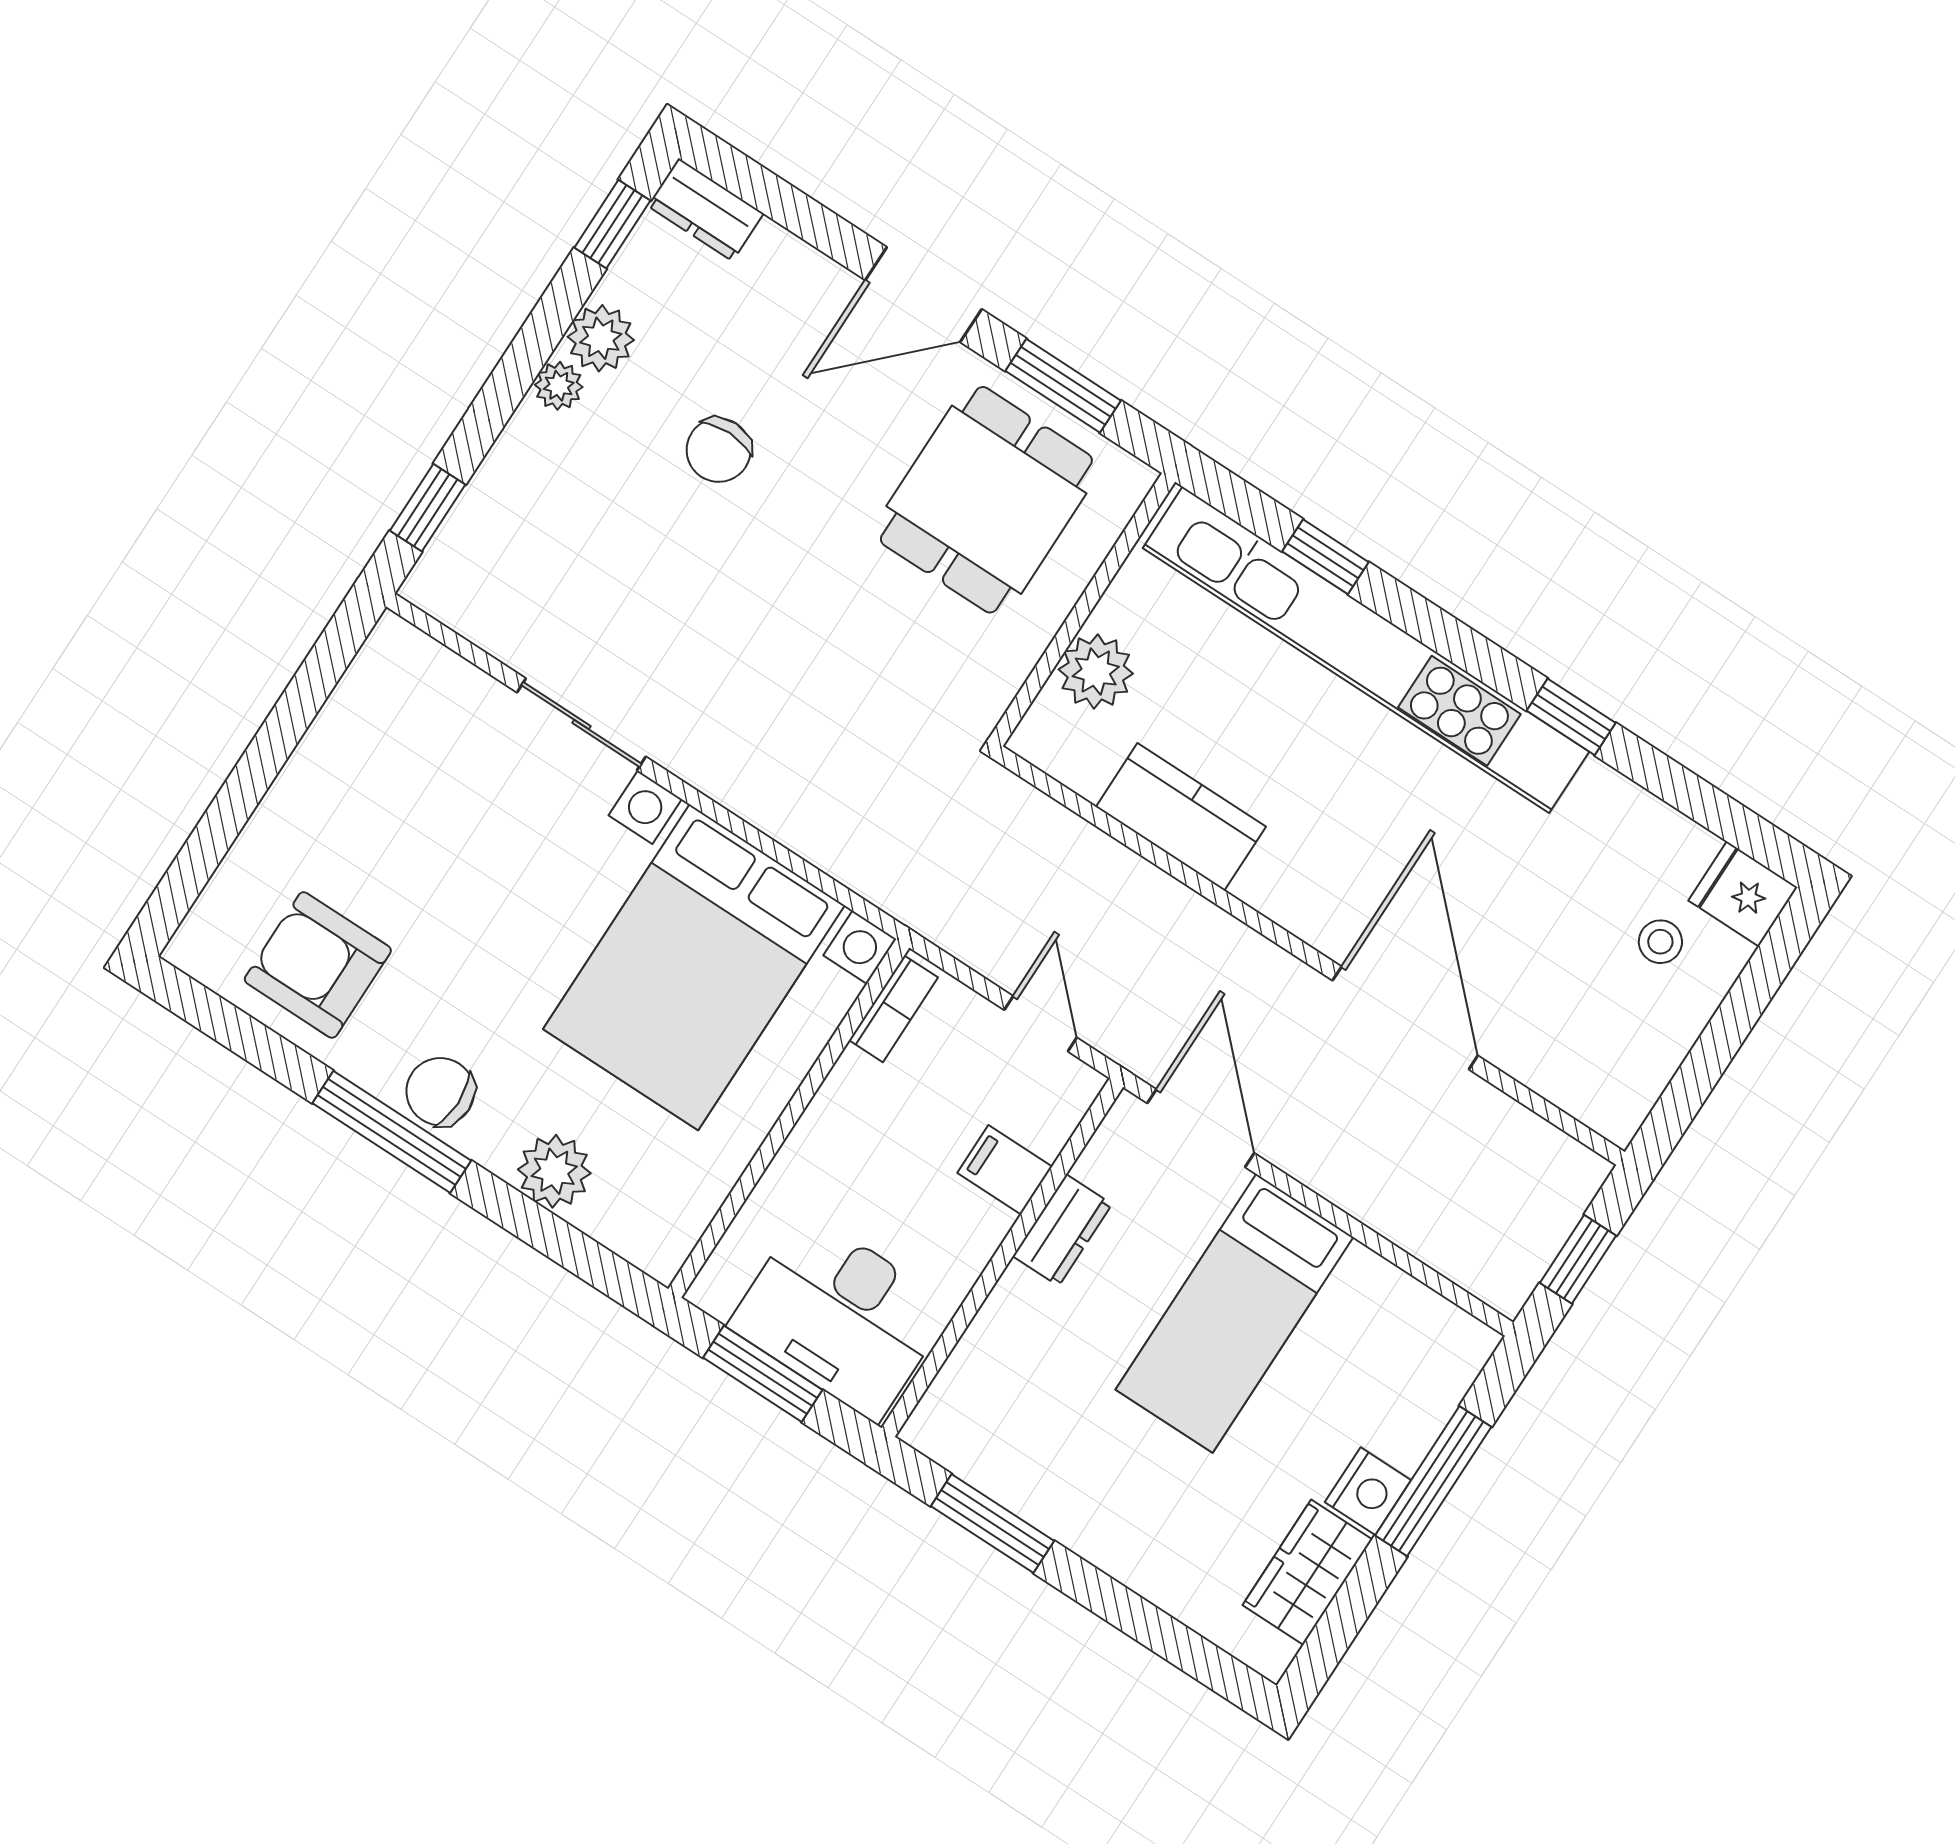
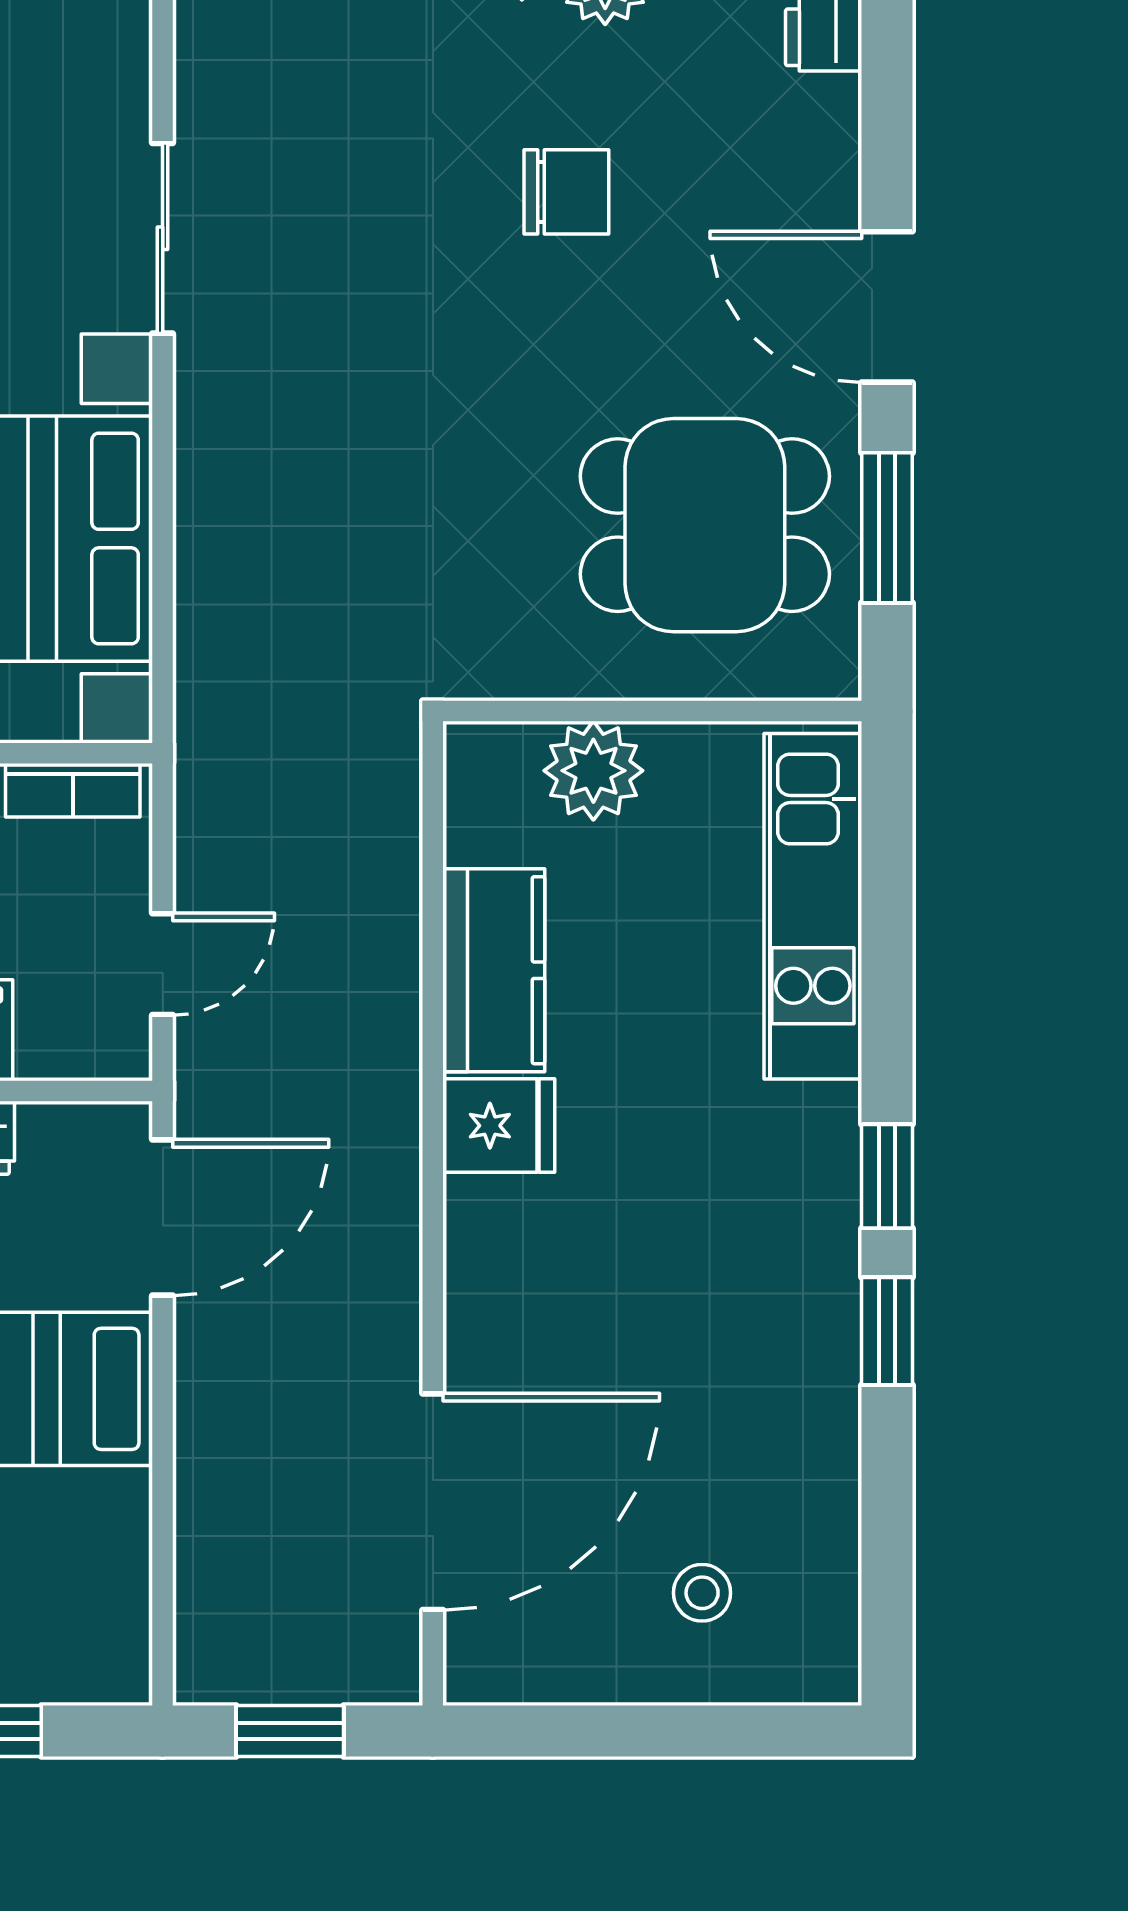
chair: (719, 450) -> (566, 192), turned 180
window: (1325, 557) -> (887, 1176), moved
kitchen unit: (1366, 650) -> (813, 906), width x0.54
fridge: (1743, 894) -> (499, 1126), moved, turned 90
door: (1405, 1018) -> (433, 1502), moved

